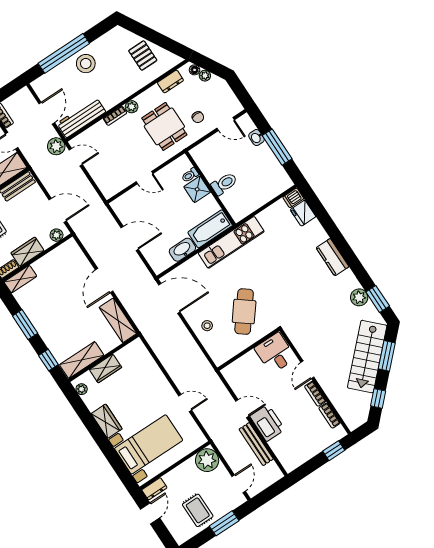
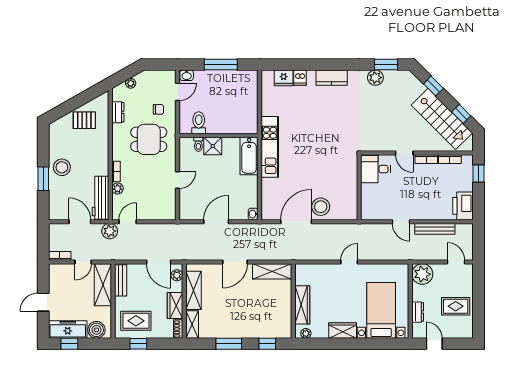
window: (64, 53) -> (43, 179), width x0.47
floor lamp: (195, 70) -> (121, 88), removed
plant: (132, 107) -> (117, 188), moved
washbasin: (256, 138) -> (187, 75), moved
toilet: (224, 184) -> (199, 123), moved
dishwasher: (293, 198) -> (300, 78), moved
door: (58, 210) -> (159, 262), swing flipped
washbasin: (182, 250) -> (253, 214), moved, width x0.52, depth x0.69
door: (104, 280) -> (235, 262), hinge flipped
door: (169, 298) -> (296, 222), moved
cafe table: (244, 312) -> (329, 172), removed
stool: (207, 326) -> (321, 207), width x1.89, depth x1.89
window: (387, 356) -> (433, 86), width x0.67
stairs: (367, 357) -> (442, 119), moved
shelving: (82, 360) -> (194, 290), moved
wardrobe: (106, 368) -> (302, 305), width x1.50
door: (185, 403) -> (349, 262), moved
door: (242, 409) -> (401, 222), swing flipped
printer: (267, 423) -> (463, 206), moved, turned -90
dresser: (154, 489) -> (418, 312), moved
window: (224, 523) -> (479, 293), removed

